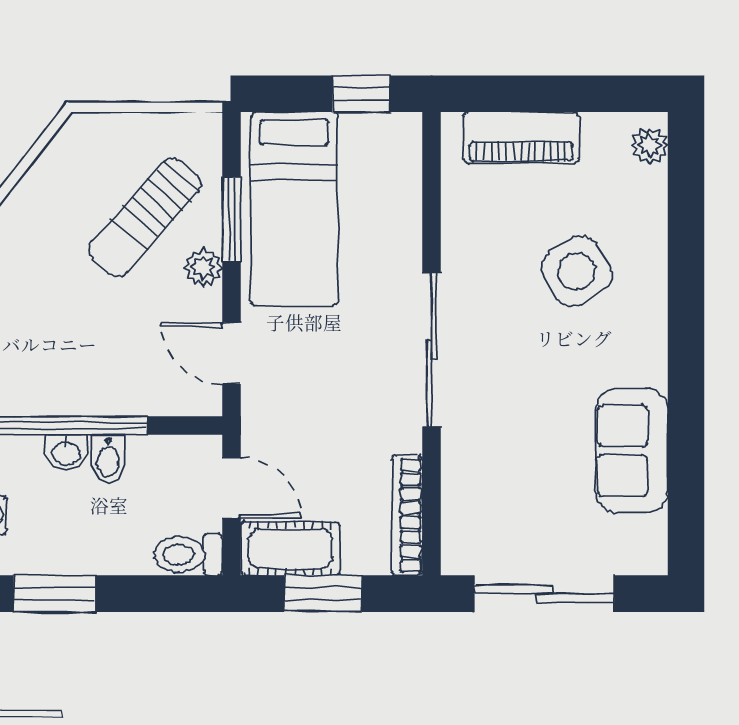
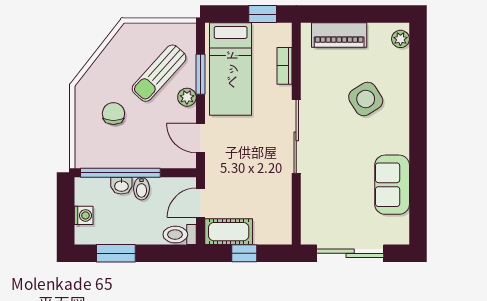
chair: (50, 302) -> (113, 114), added
door: (232, 488) -> (201, 203), swing flipped
bookcase: (407, 515) -> (284, 66), moved, width x0.64
window: (323, 594) -> (244, 253), width x0.67

